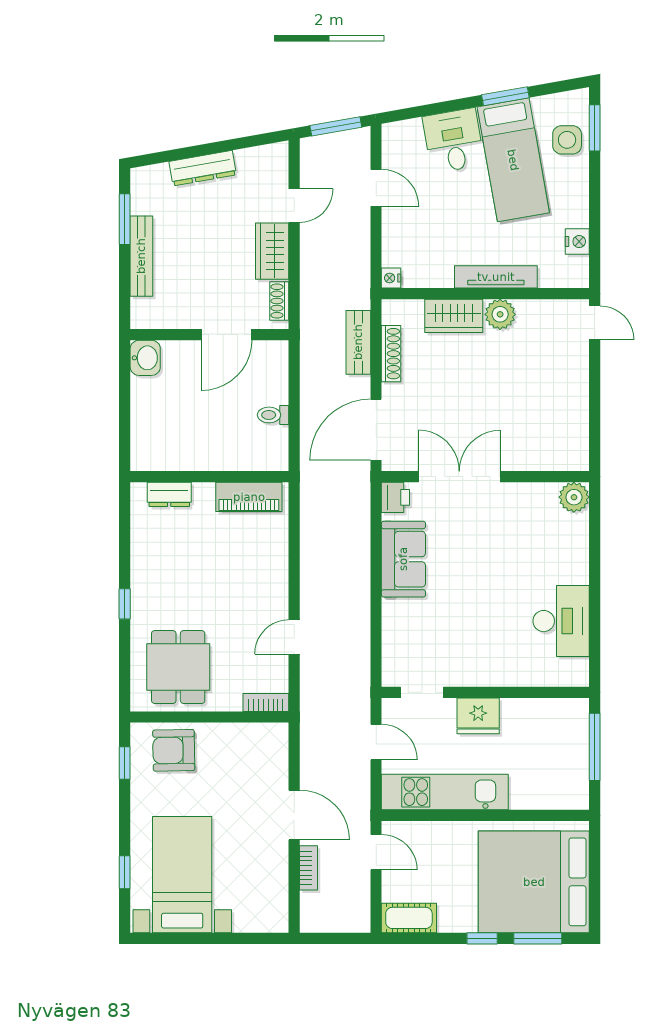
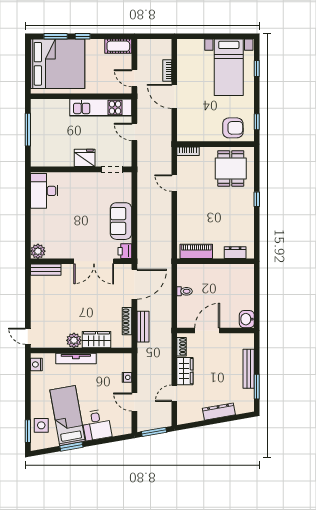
nightstand: (577, 242) -> (36, 364), moved
nightstand: (391, 278) -> (127, 377), moved
bench: (558, 459) -> (46, 270), added
door: (294, 637) -> (174, 183), swing flipped
doorway: (422, 692) -> (112, 169), moved
wall: (485, 692) -> (81, 169), moved
fridge: (478, 716) -> (85, 158), moved

